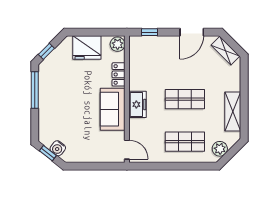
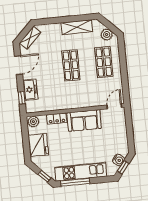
door: (192, 32) -> (18, 65), hinge flipped
kitchen unit: (47, 98) -> (81, 172), added
freezer: (138, 104) -> (30, 90), moved, turned 90

